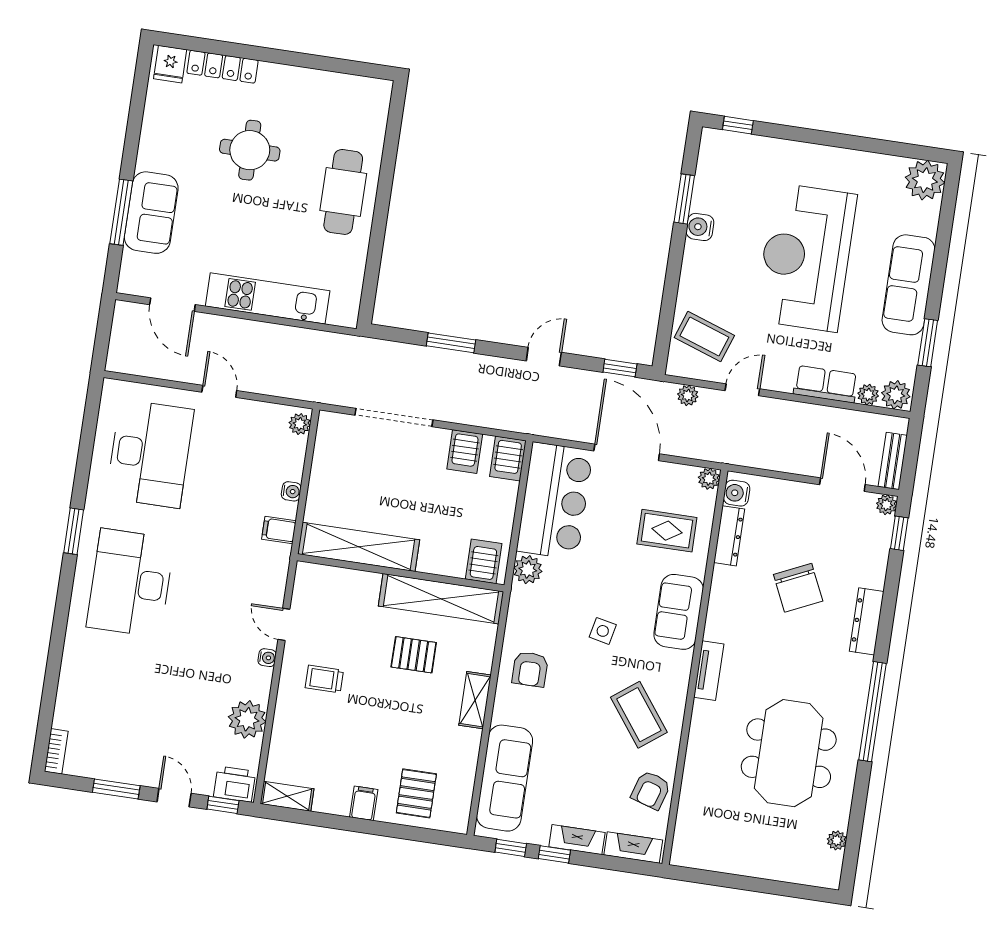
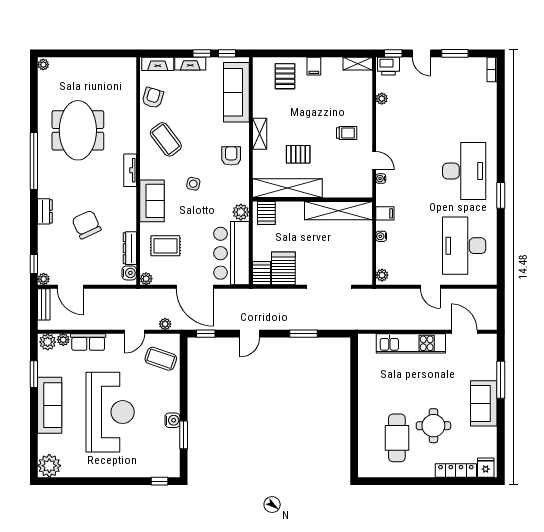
cafe table: (343, 192) -> (397, 438), moved
sofa: (151, 213) -> (484, 403), moved
server rack: (465, 452) -> (283, 268), width x1.36, depth x1.44
dresser: (867, 621) -> (45, 211), width x0.70
water cooler: (267, 658) -> (381, 179), moved
plant: (247, 719) -> (382, 99), width x0.53, depth x0.53
plant: (837, 840) -> (43, 65), moved

